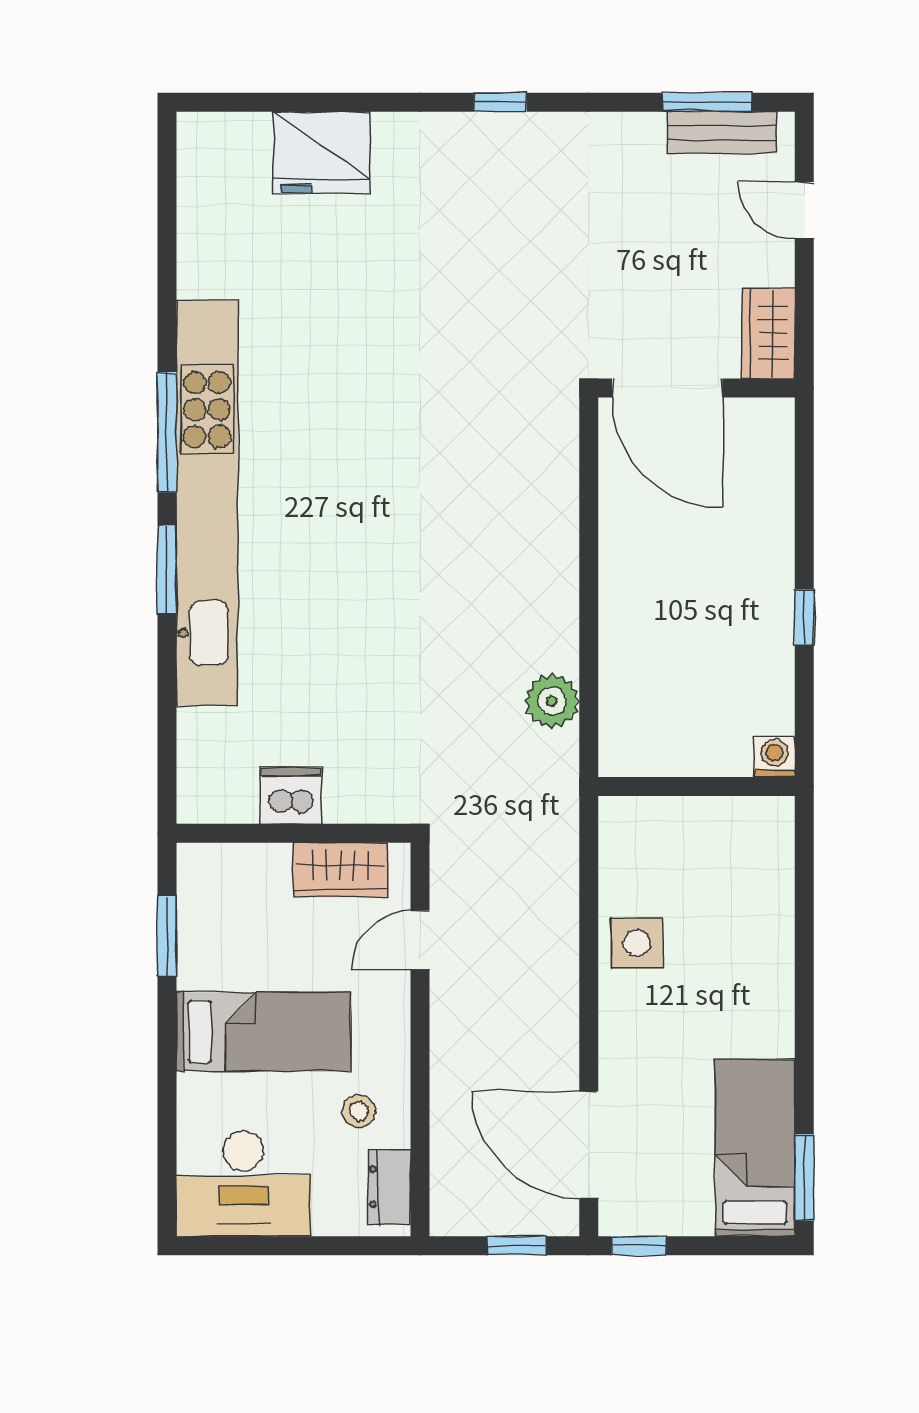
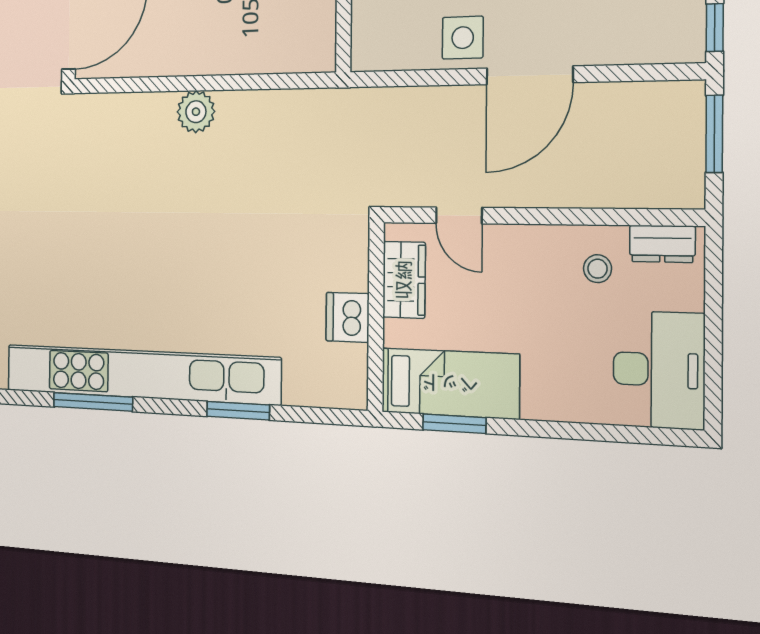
window: (167, 570) -> (238, 411), moved
plant: (552, 701) -> (196, 112), moved
bed: (264, 1032) -> (450, 383), moved, turned 90
door: (589, 1145) -> (529, 75), moved
window: (517, 1246) -> (714, 134), width x1.50

